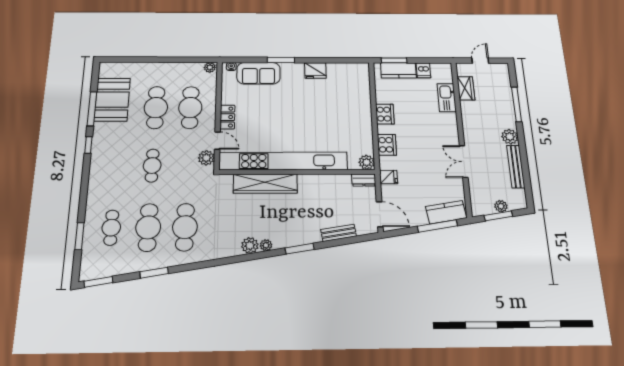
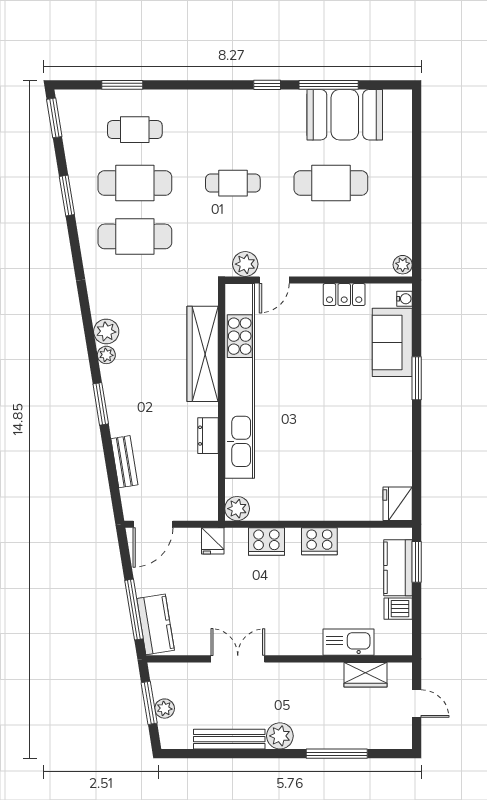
fridge: (315, 70) -> (398, 504), moved
cafe table: (190, 108) -> (331, 236), removed
locker: (227, 117) -> (344, 295), moved
dresser: (364, 180) -> (208, 436), moved

